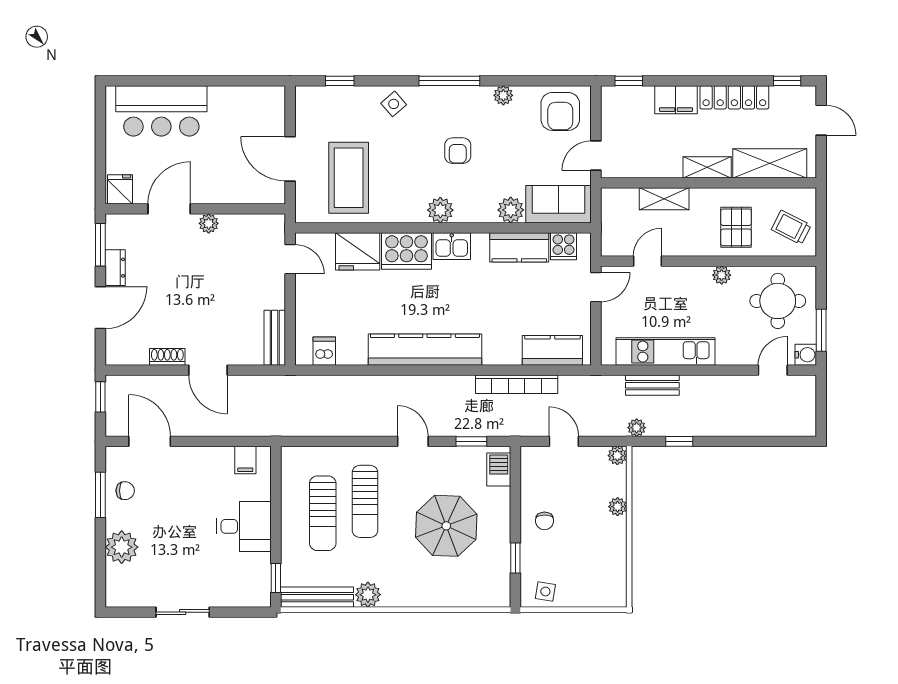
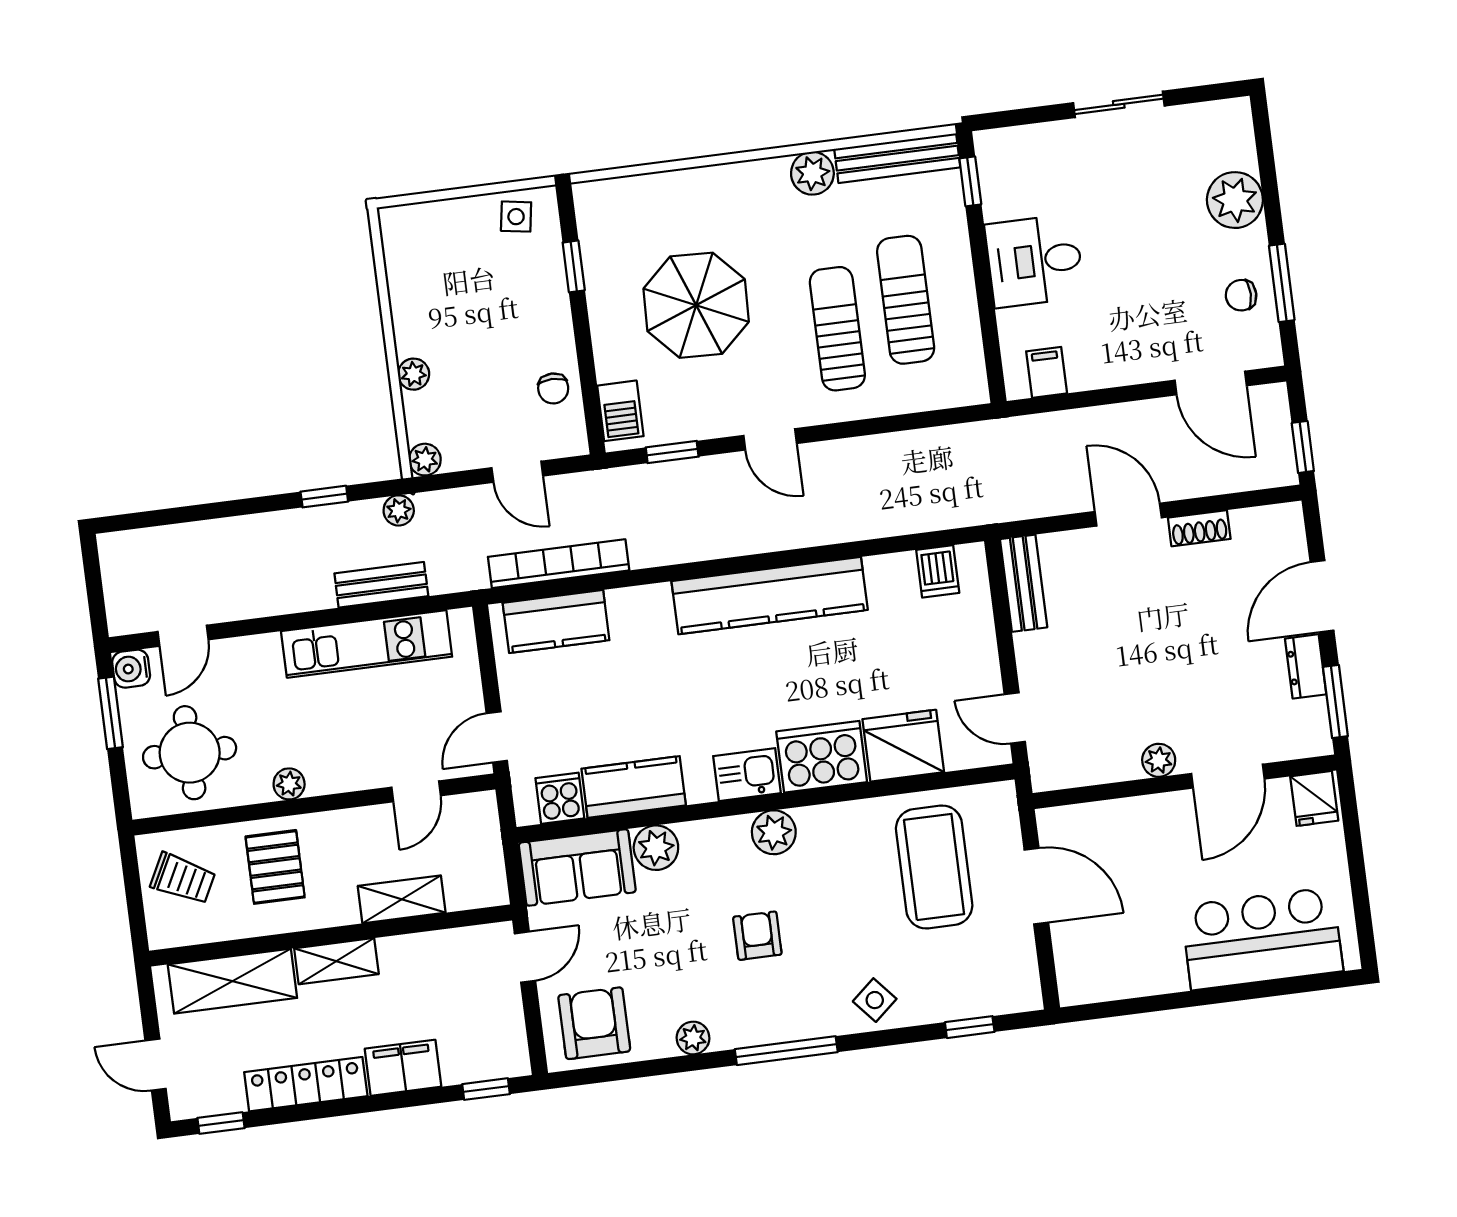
bookcase: (517, 384) -> (559, 564), moved
chair: (544, 521) -> (553, 388), moved, turned 180

